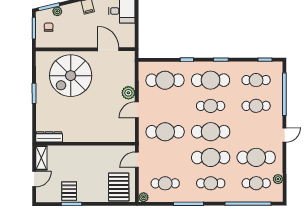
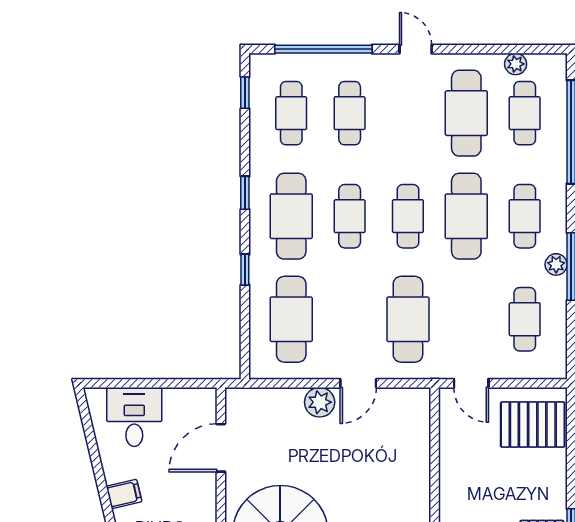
door: (137, 110) -> (358, 383), hinge flipped
cafe table: (211, 132) -> (408, 216), width x0.73, depth x0.74
plant: (144, 197) -> (556, 264), moved

